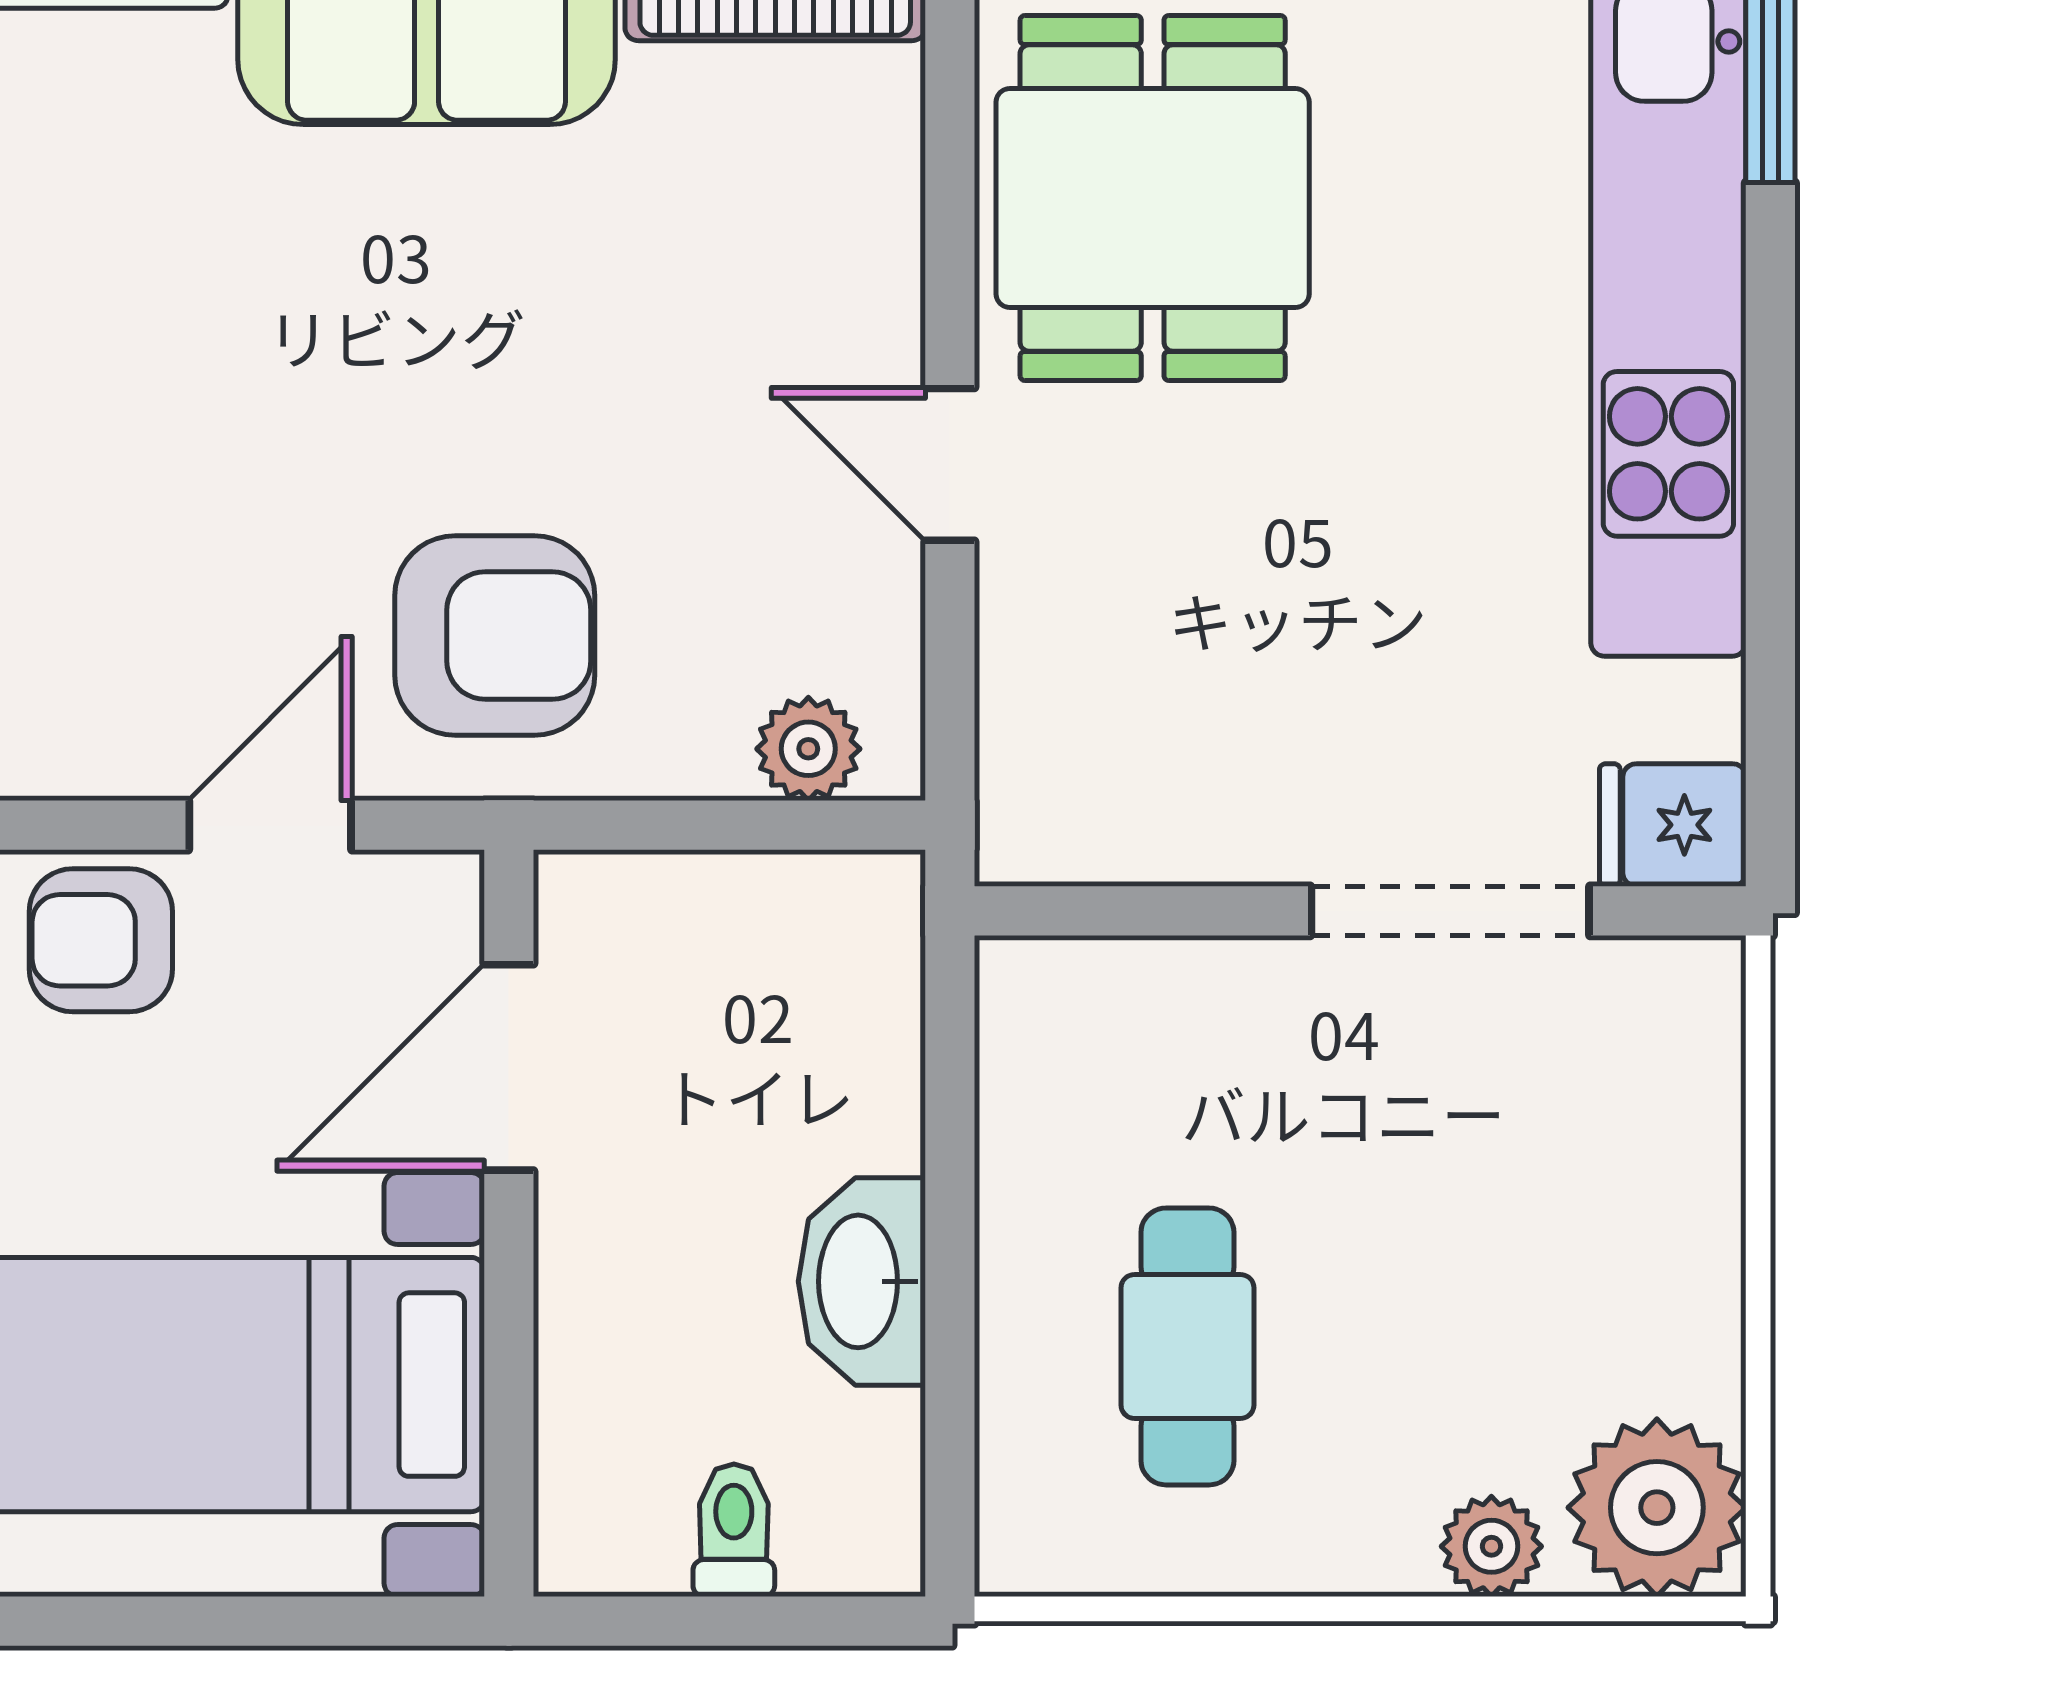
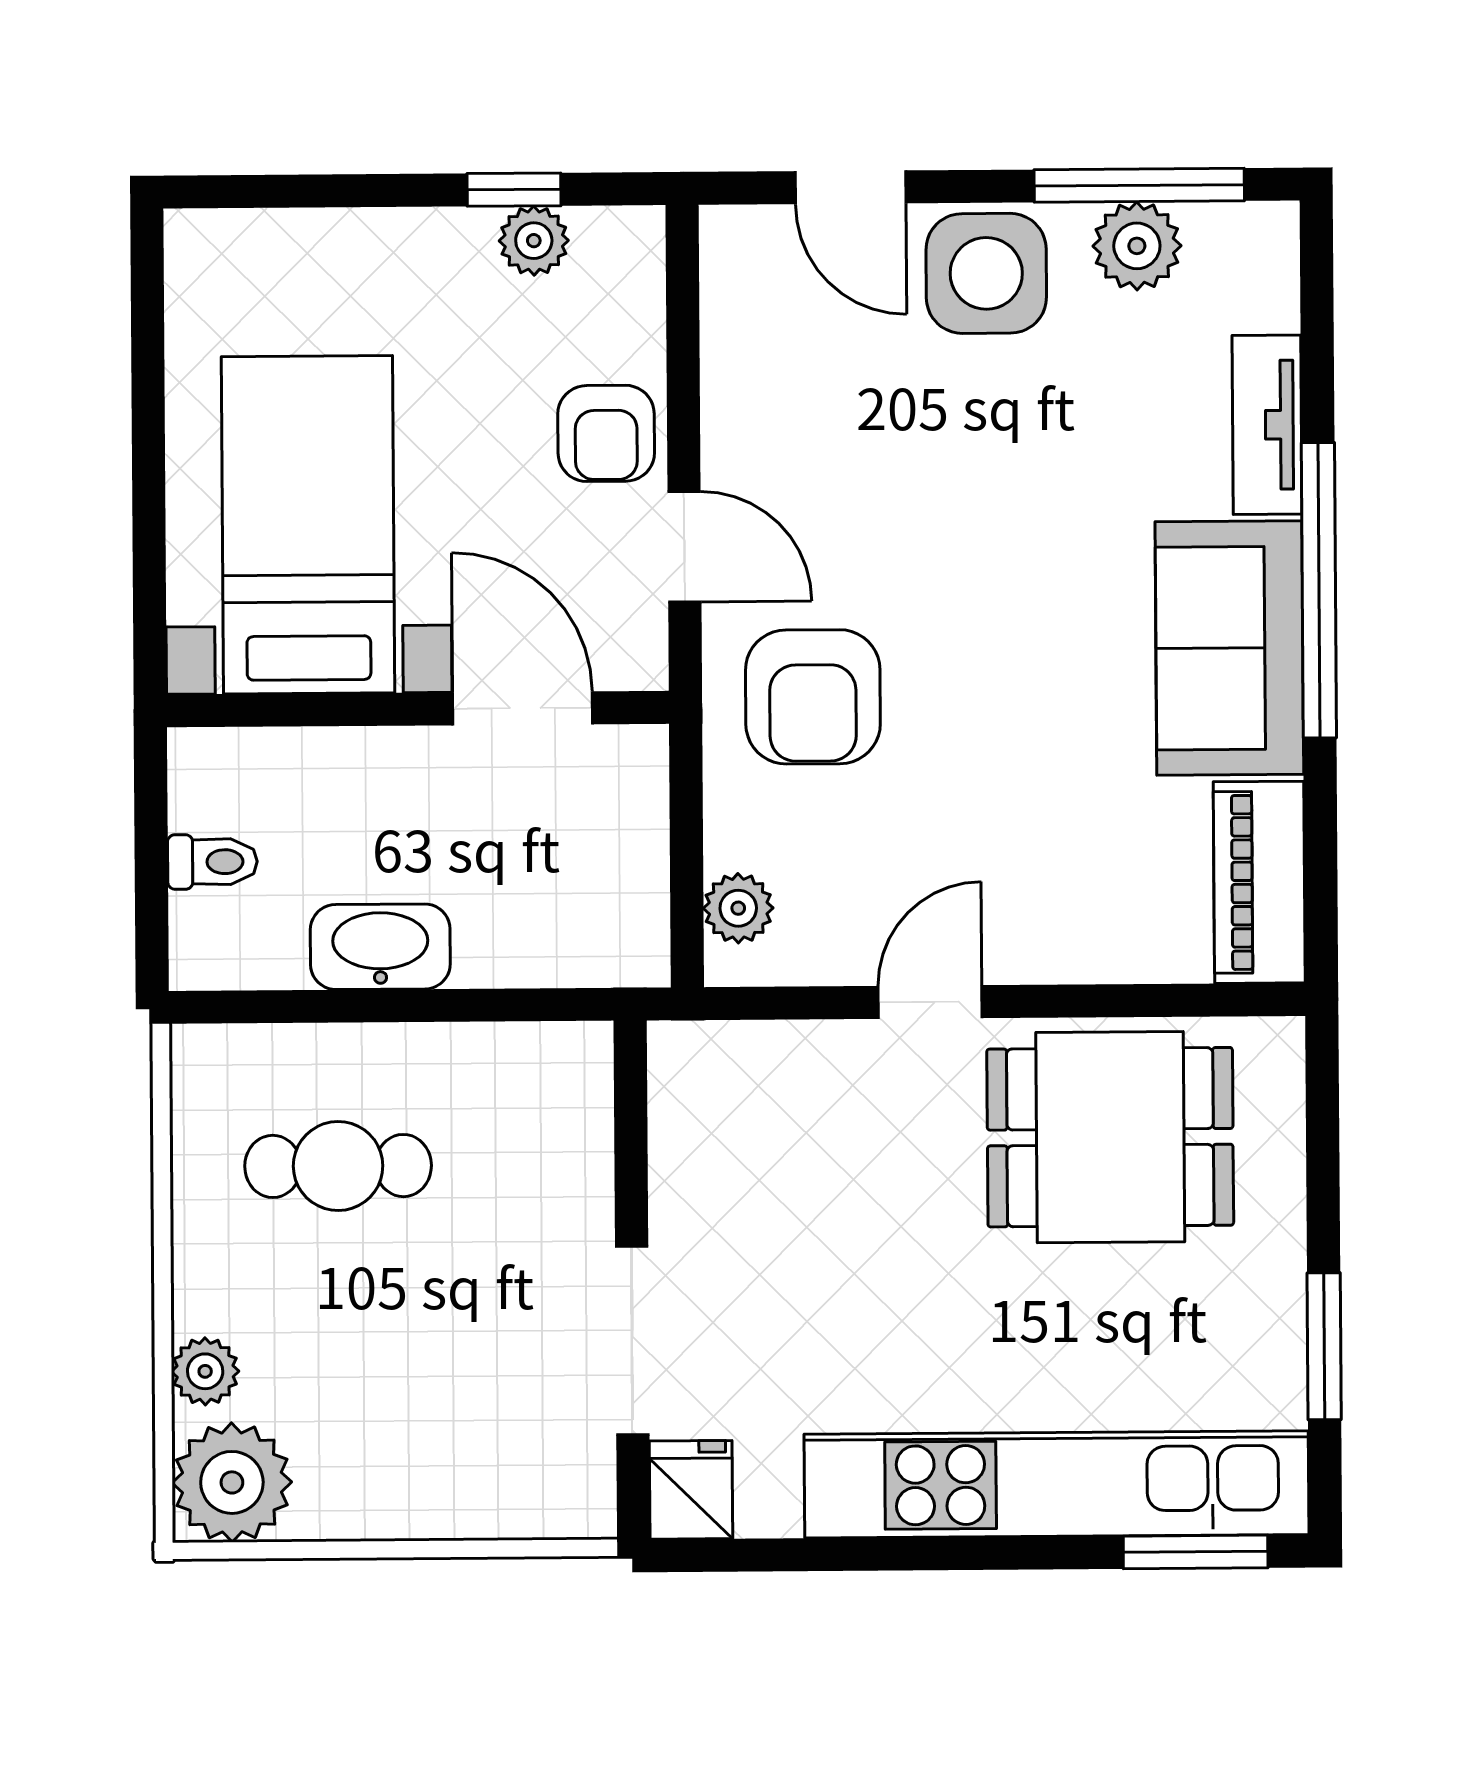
armchair: (101, 940) -> (606, 433), turned 180

